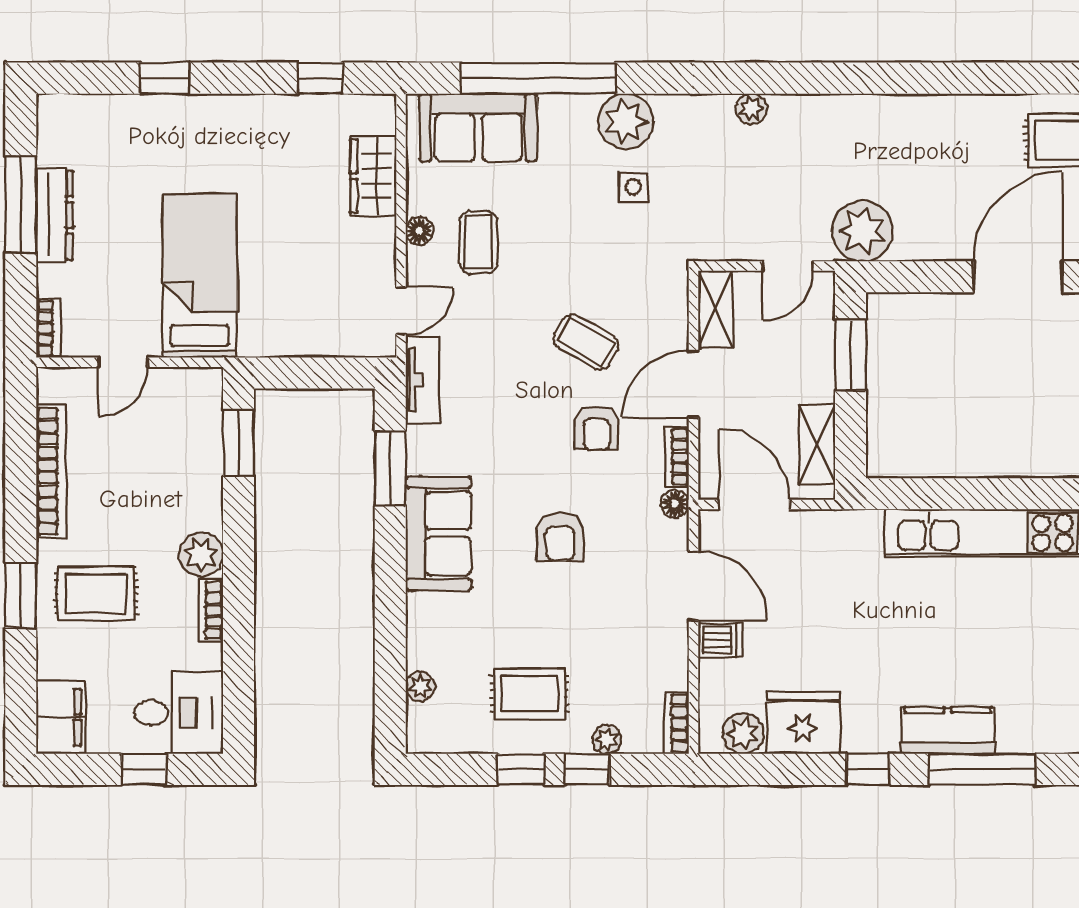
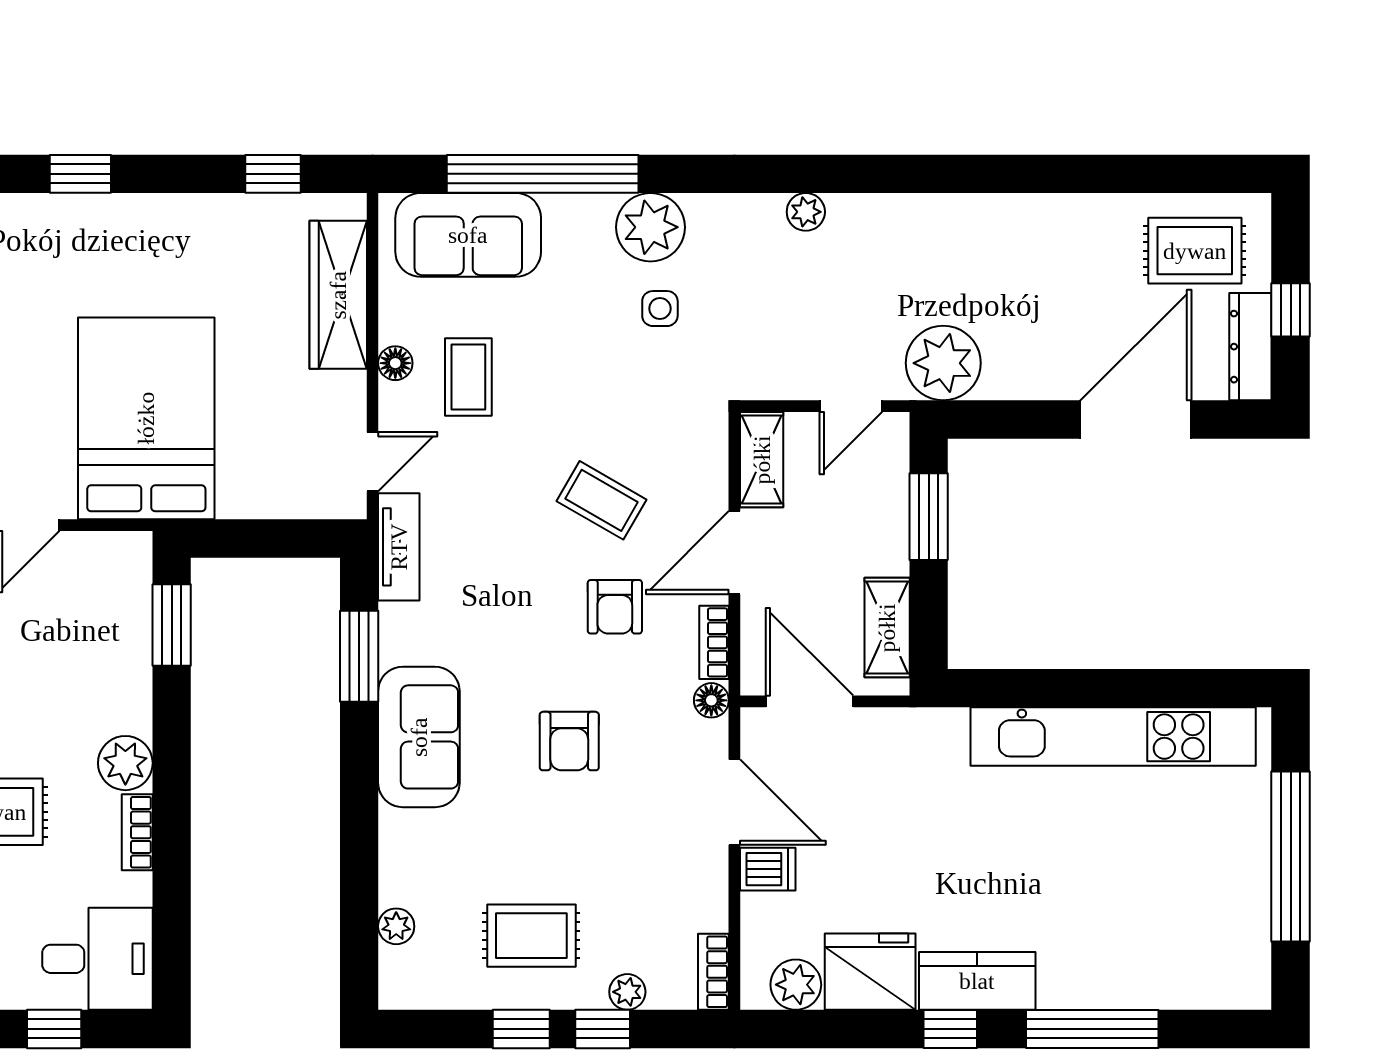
wardrobe: (373, 176) -> (338, 295), width x1.50
bed: (200, 276) -> (146, 418), width x1.50
kitchen counter: (948, 730) -> (977, 981), moved

